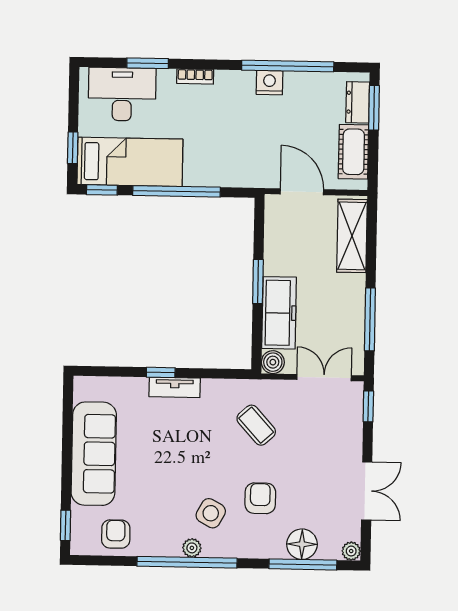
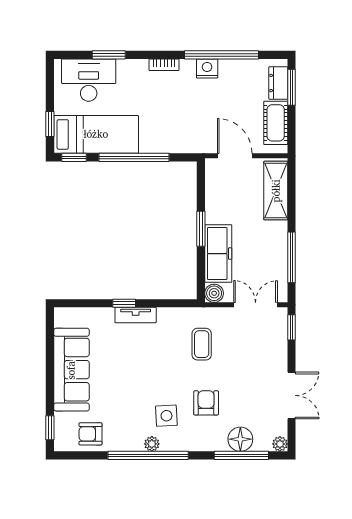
bookcase: (195, 76) -> (164, 65), moved
coffee table: (256, 425) -> (202, 344), turned 42
side table: (211, 513) -> (166, 416), turned -32
armchair: (116, 534) -> (90, 434), turned -90

